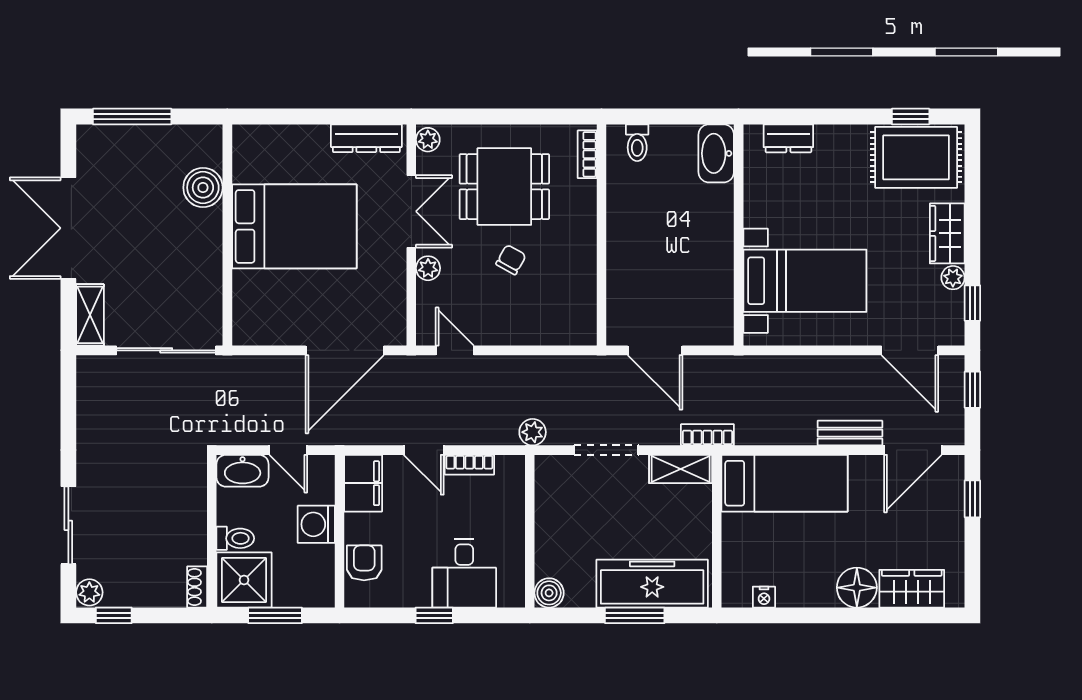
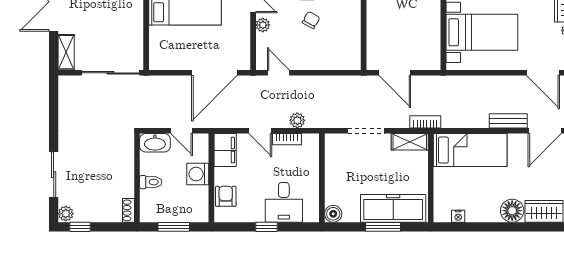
plant: (533, 432) -> (297, 120), moved
shower: (244, 580) -> (156, 206), removed

